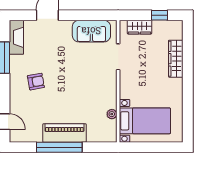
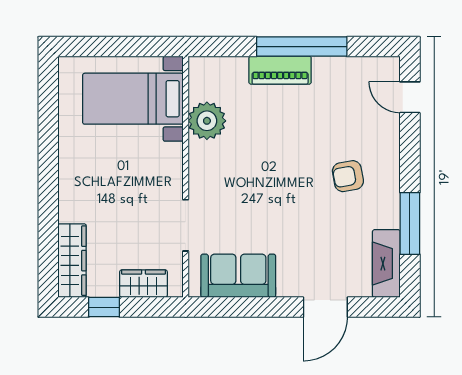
wardrobe: (176, 59) -> (72, 261), moved
plant: (112, 114) -> (207, 121), width x1.87, depth x1.87
piano: (64, 133) -> (280, 70), width x0.73, depth x0.75

